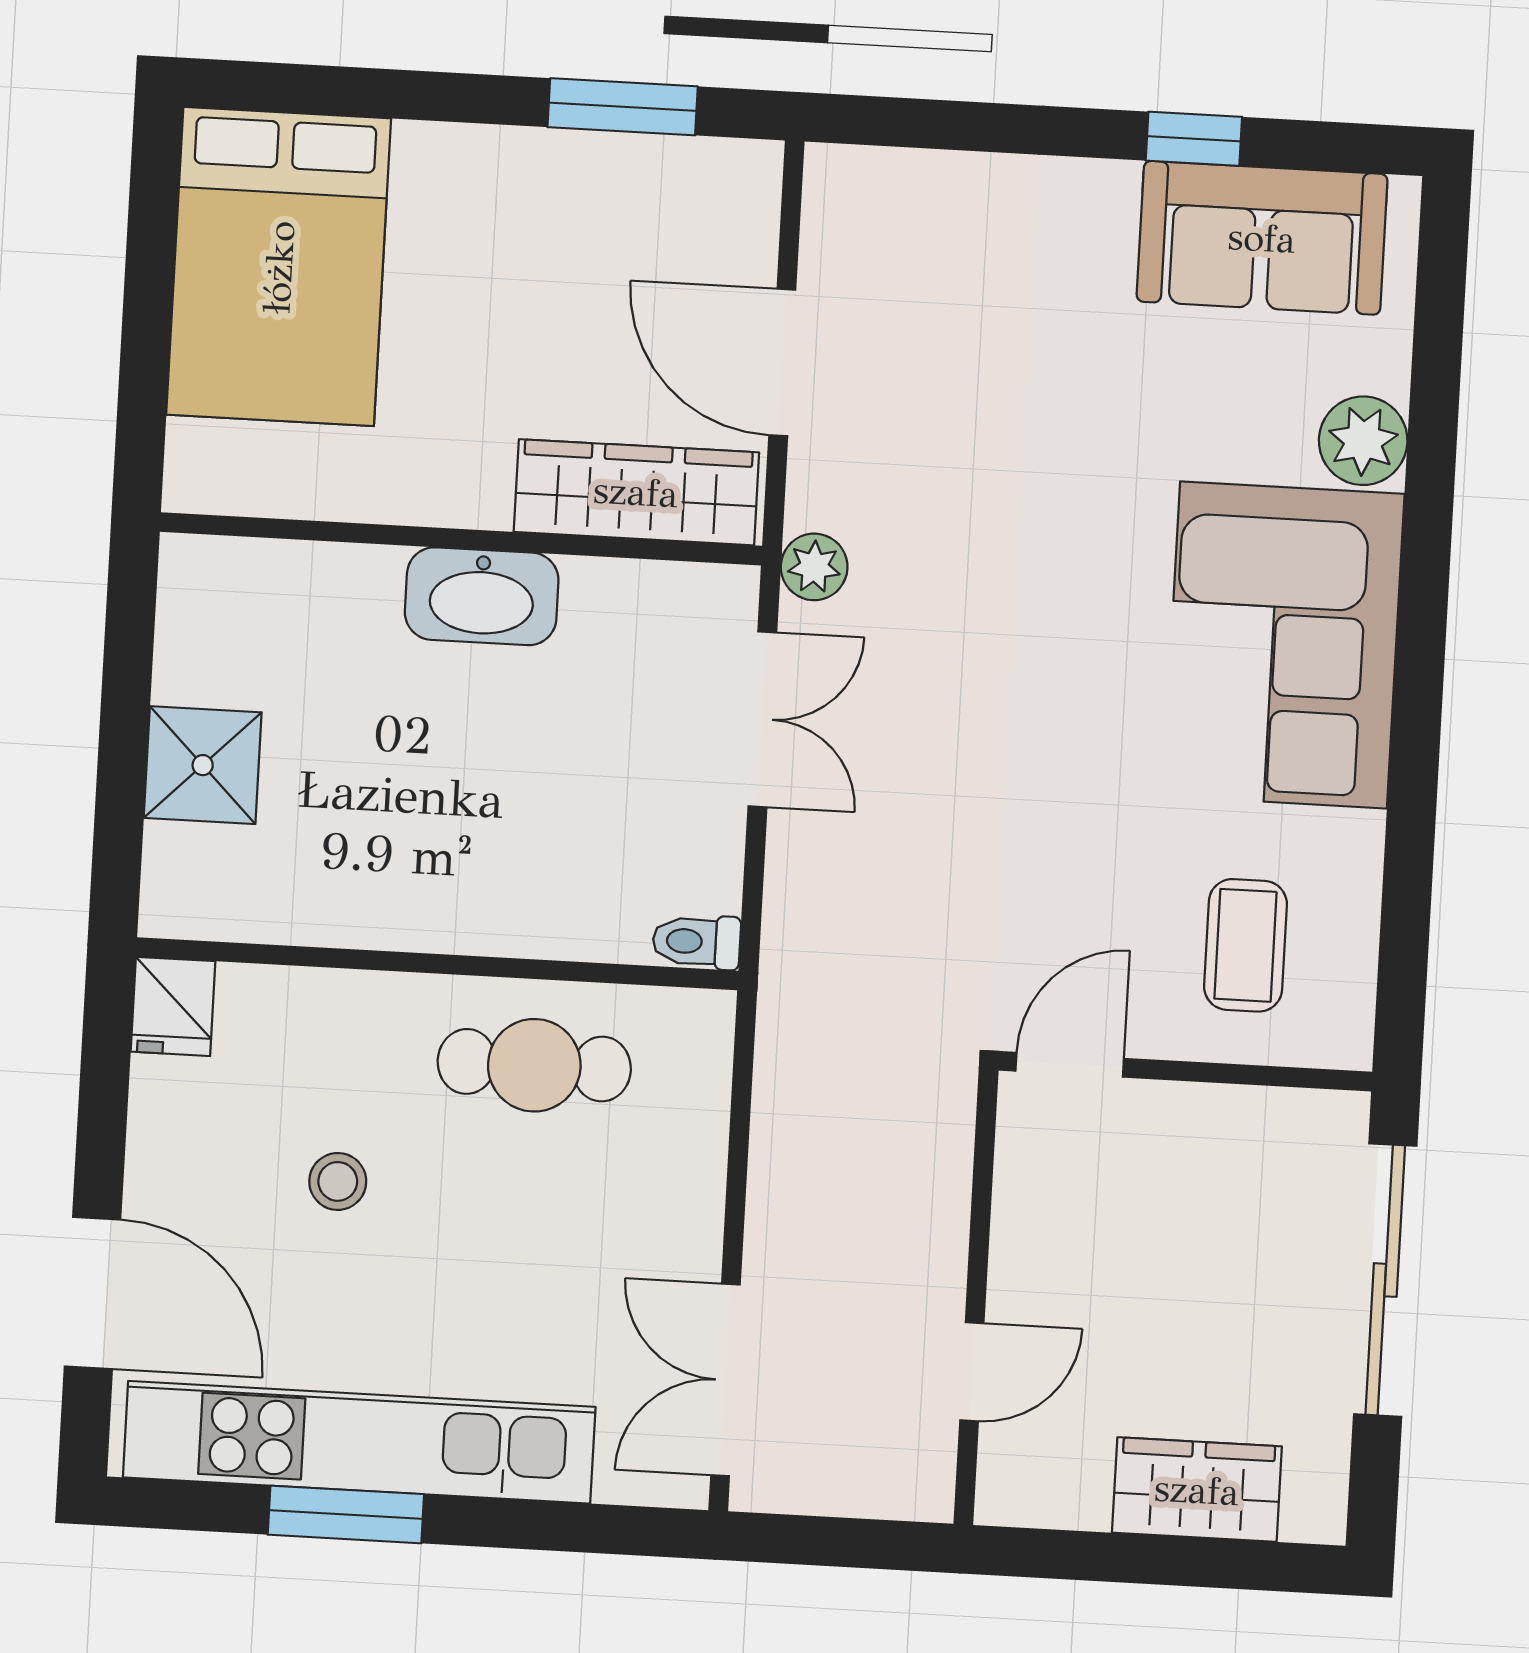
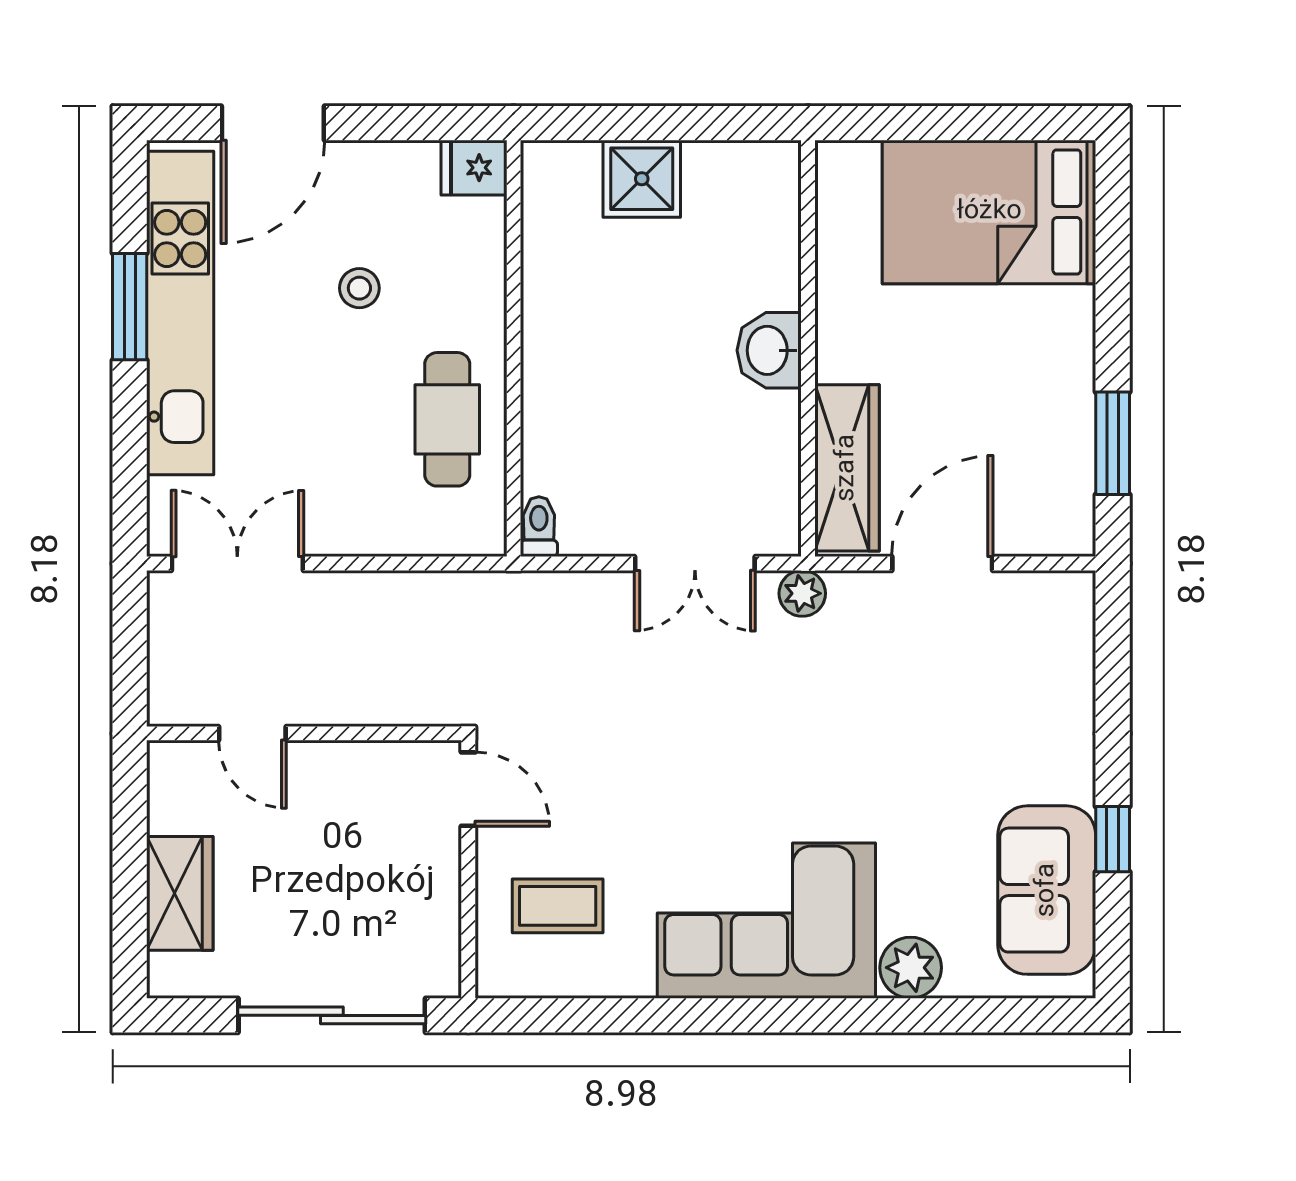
washbasin: (482, 596) -> (769, 350), width x0.72

